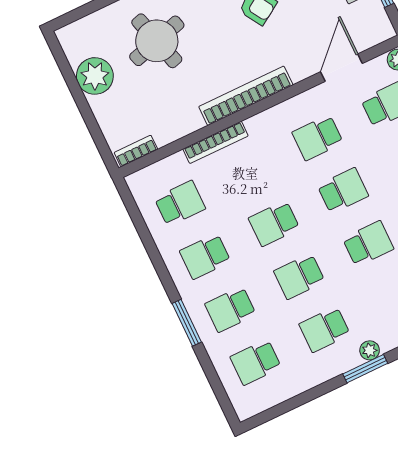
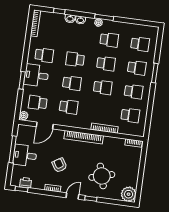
plant: (95, 76) -> (129, 194), moved
school desk: (343, 191) -> (72, 83), turned 180
school desk: (180, 203) -> (130, 115), turned 180

